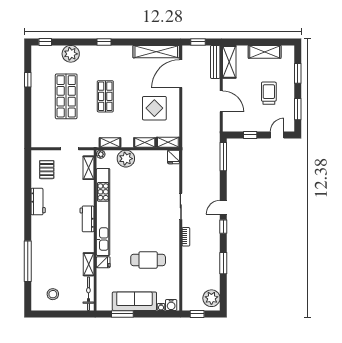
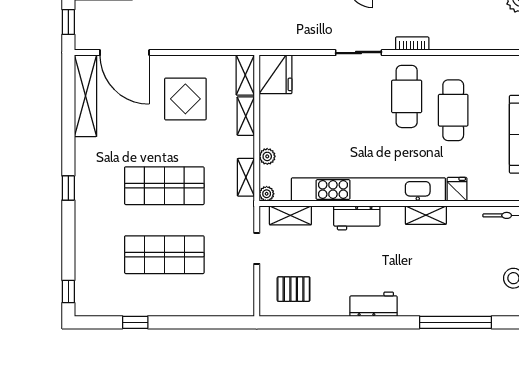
plant: (71, 54) -> (89, 247), removed
shop shelf: (105, 96) -> (164, 186), width x1.43, depth x1.36
fridge: (174, 157) -> (276, 74), width x1.88, depth x1.34
plant: (126, 159) -> (267, 156), width x0.53, depth x0.53
workbench: (38, 202) -> (374, 304), moved
workbench: (87, 219) -> (357, 218), moved
cafe table: (156, 234) -> (407, 96), added
shelving: (89, 264) -> (426, 215), moved

